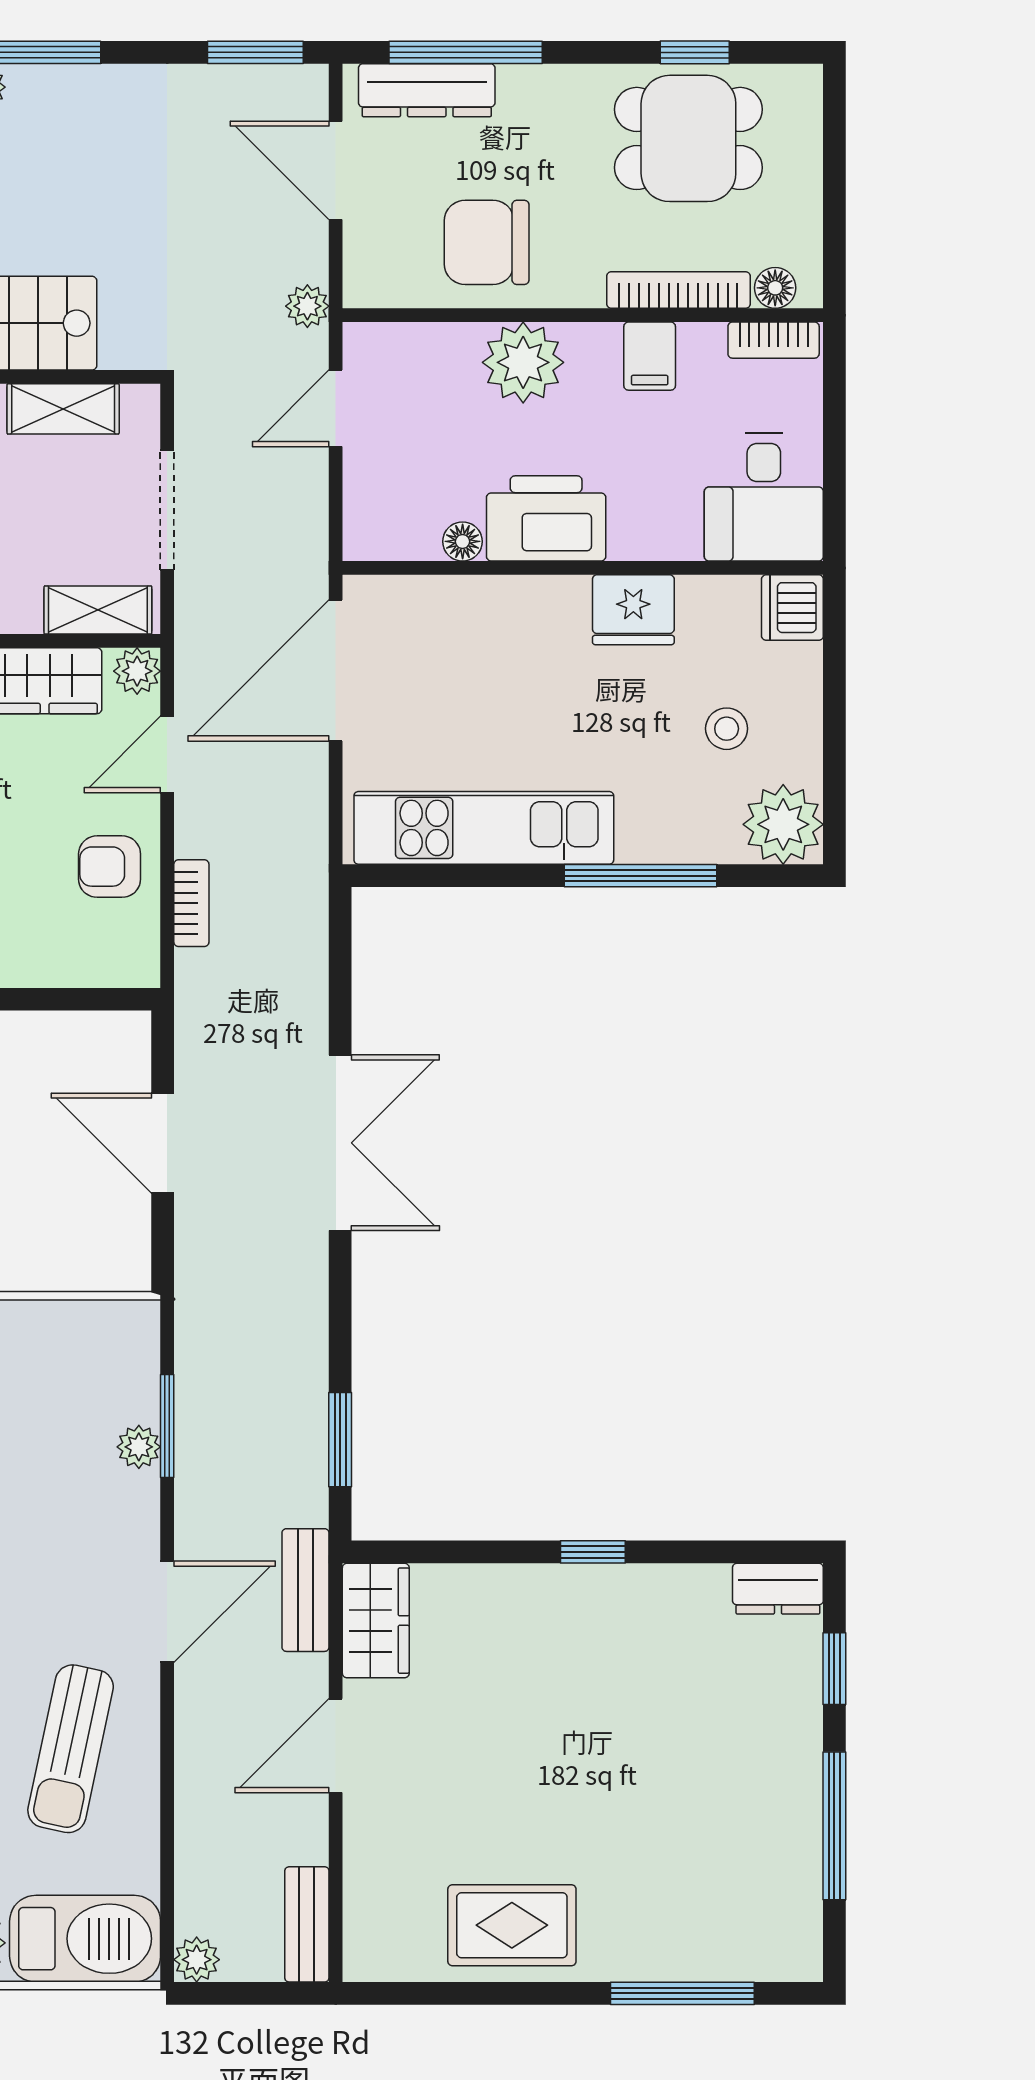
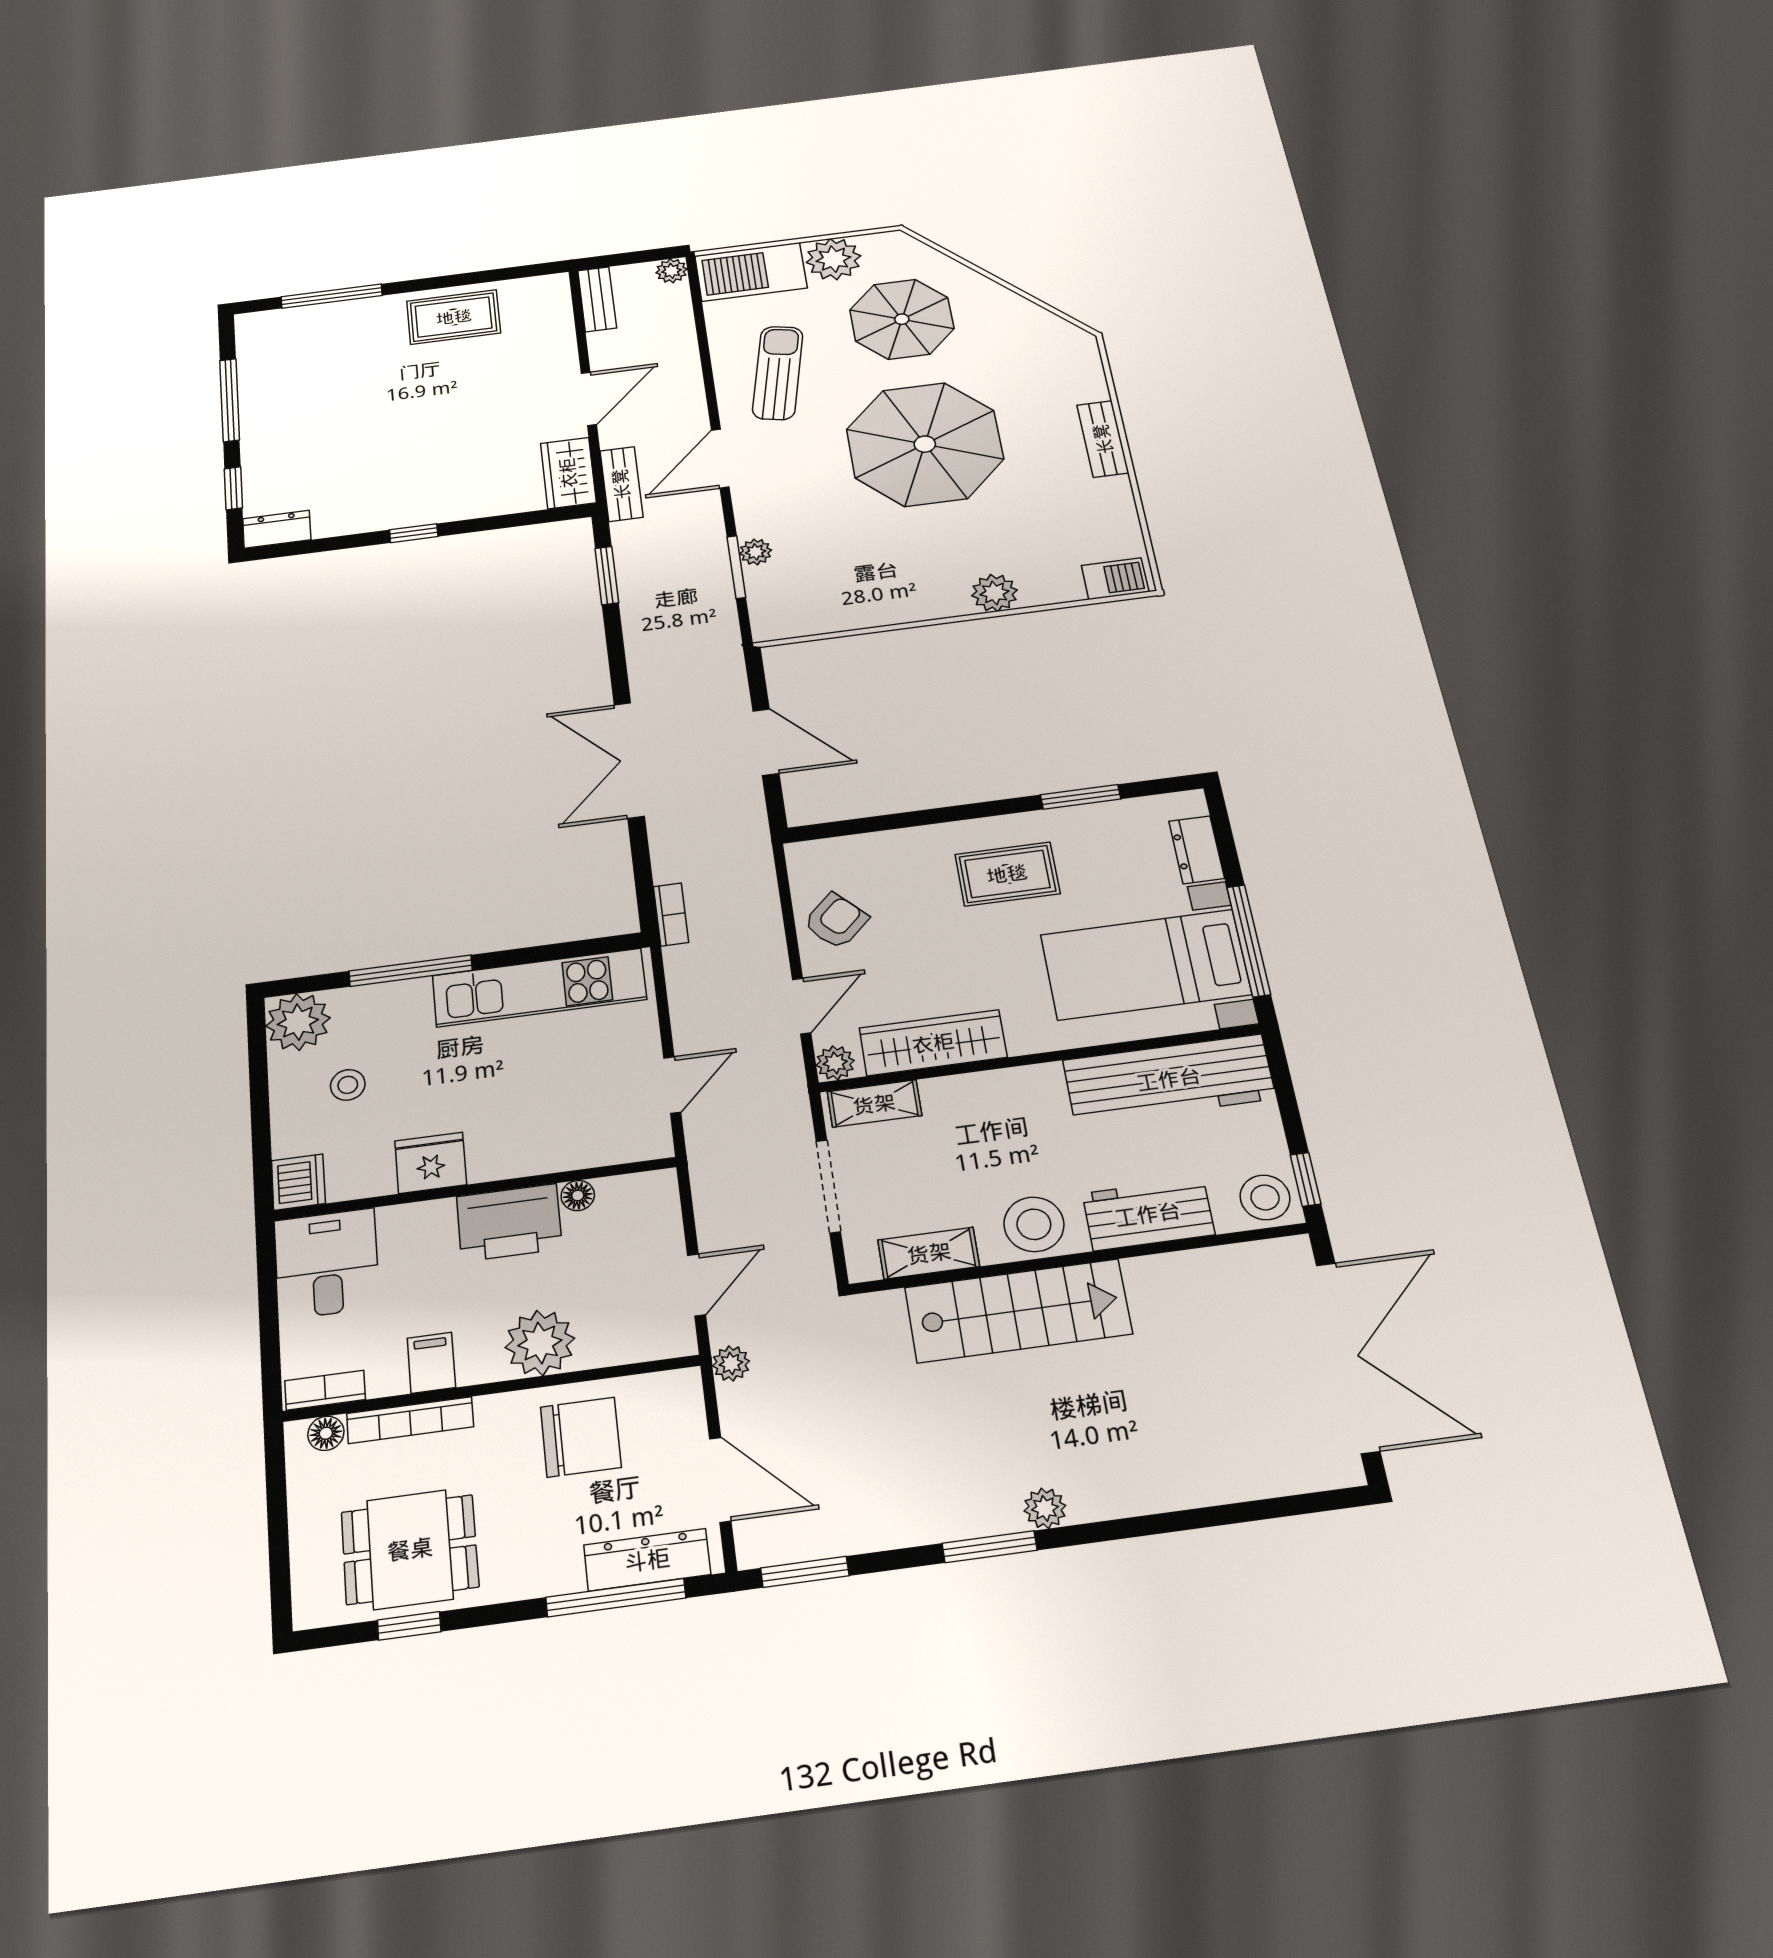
door: (336, 670) -> (672, 1085), width x0.53
armchair: (110, 867) -> (836, 921), turned -44
bookcase: (191, 903) -> (671, 914), moved, turned 180

